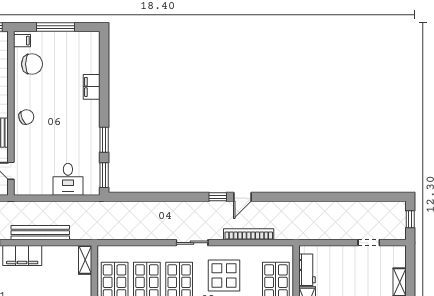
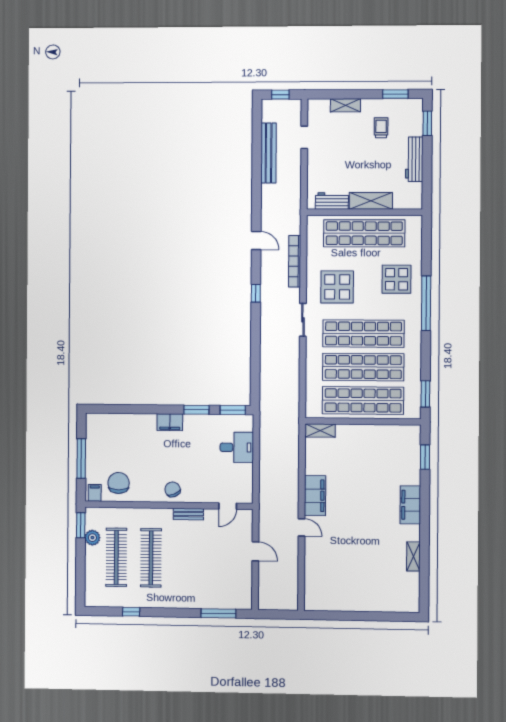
filing cabinet: (92, 87) -> (170, 422), moved
door: (242, 197) -> (256, 241), moved
bench: (40, 233) -> (269, 153), moved

